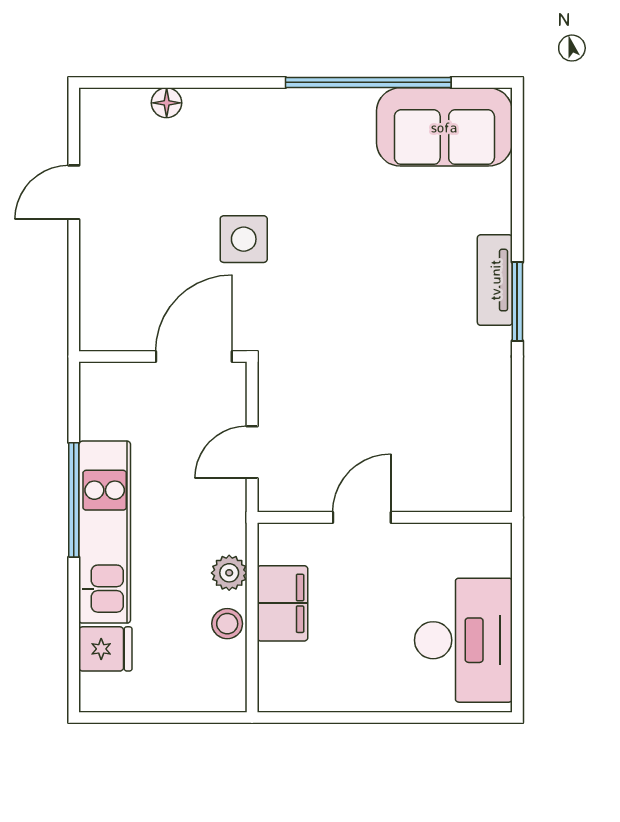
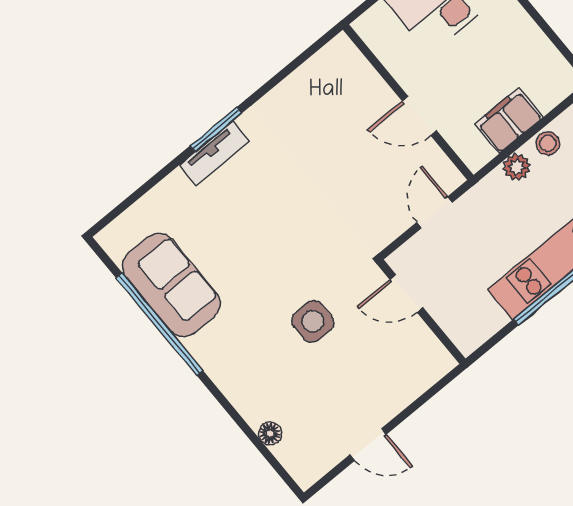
sofa: (444, 127) -> (171, 285), moved
door: (194, 357) -> (406, 293), width x0.73
door: (252, 452) -> (434, 212), swing flipped

